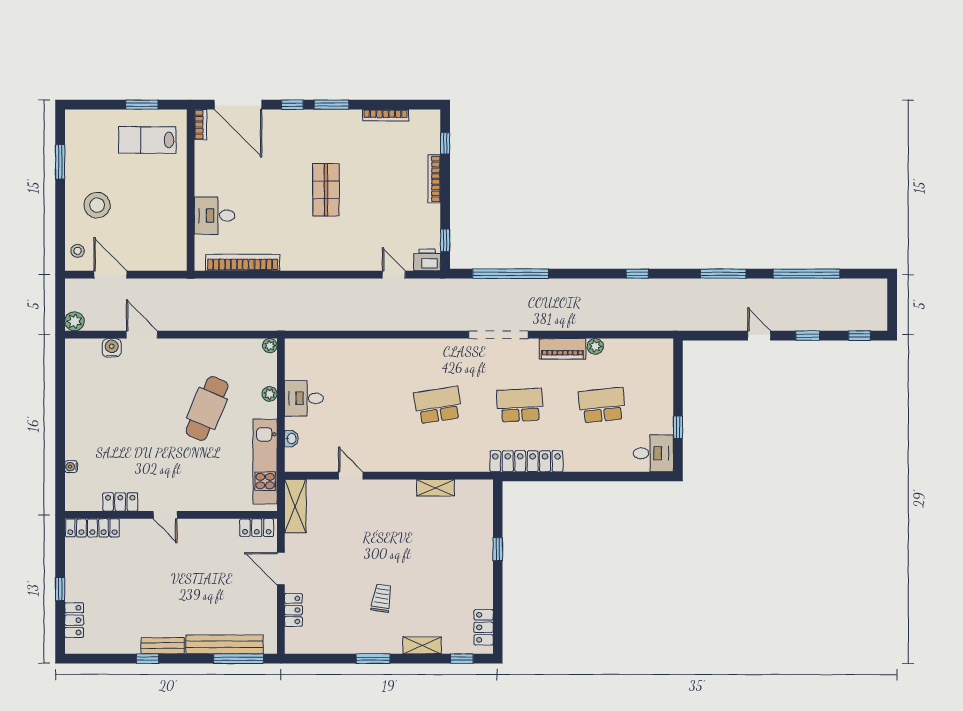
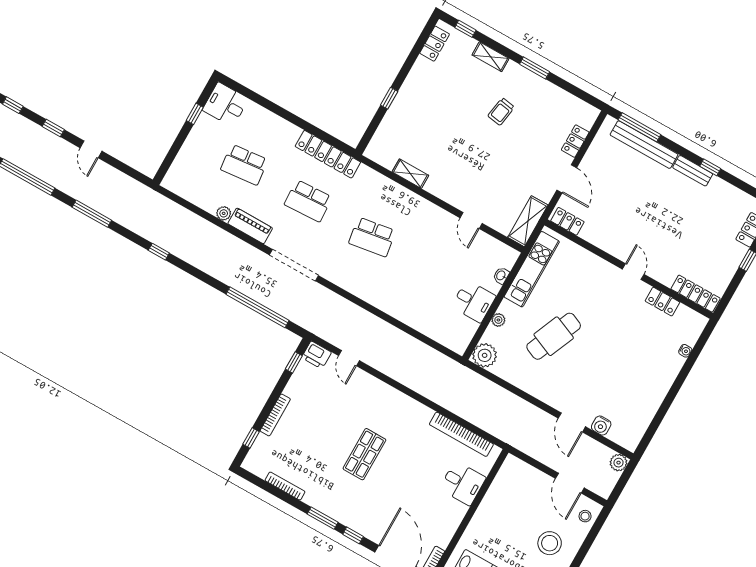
plant: (270, 346) -> (485, 355), width x1.88, depth x1.88

